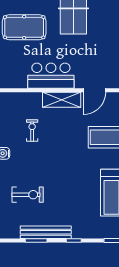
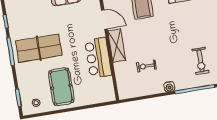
exercise bike: (28, 195) -> (201, 61), turned 180

